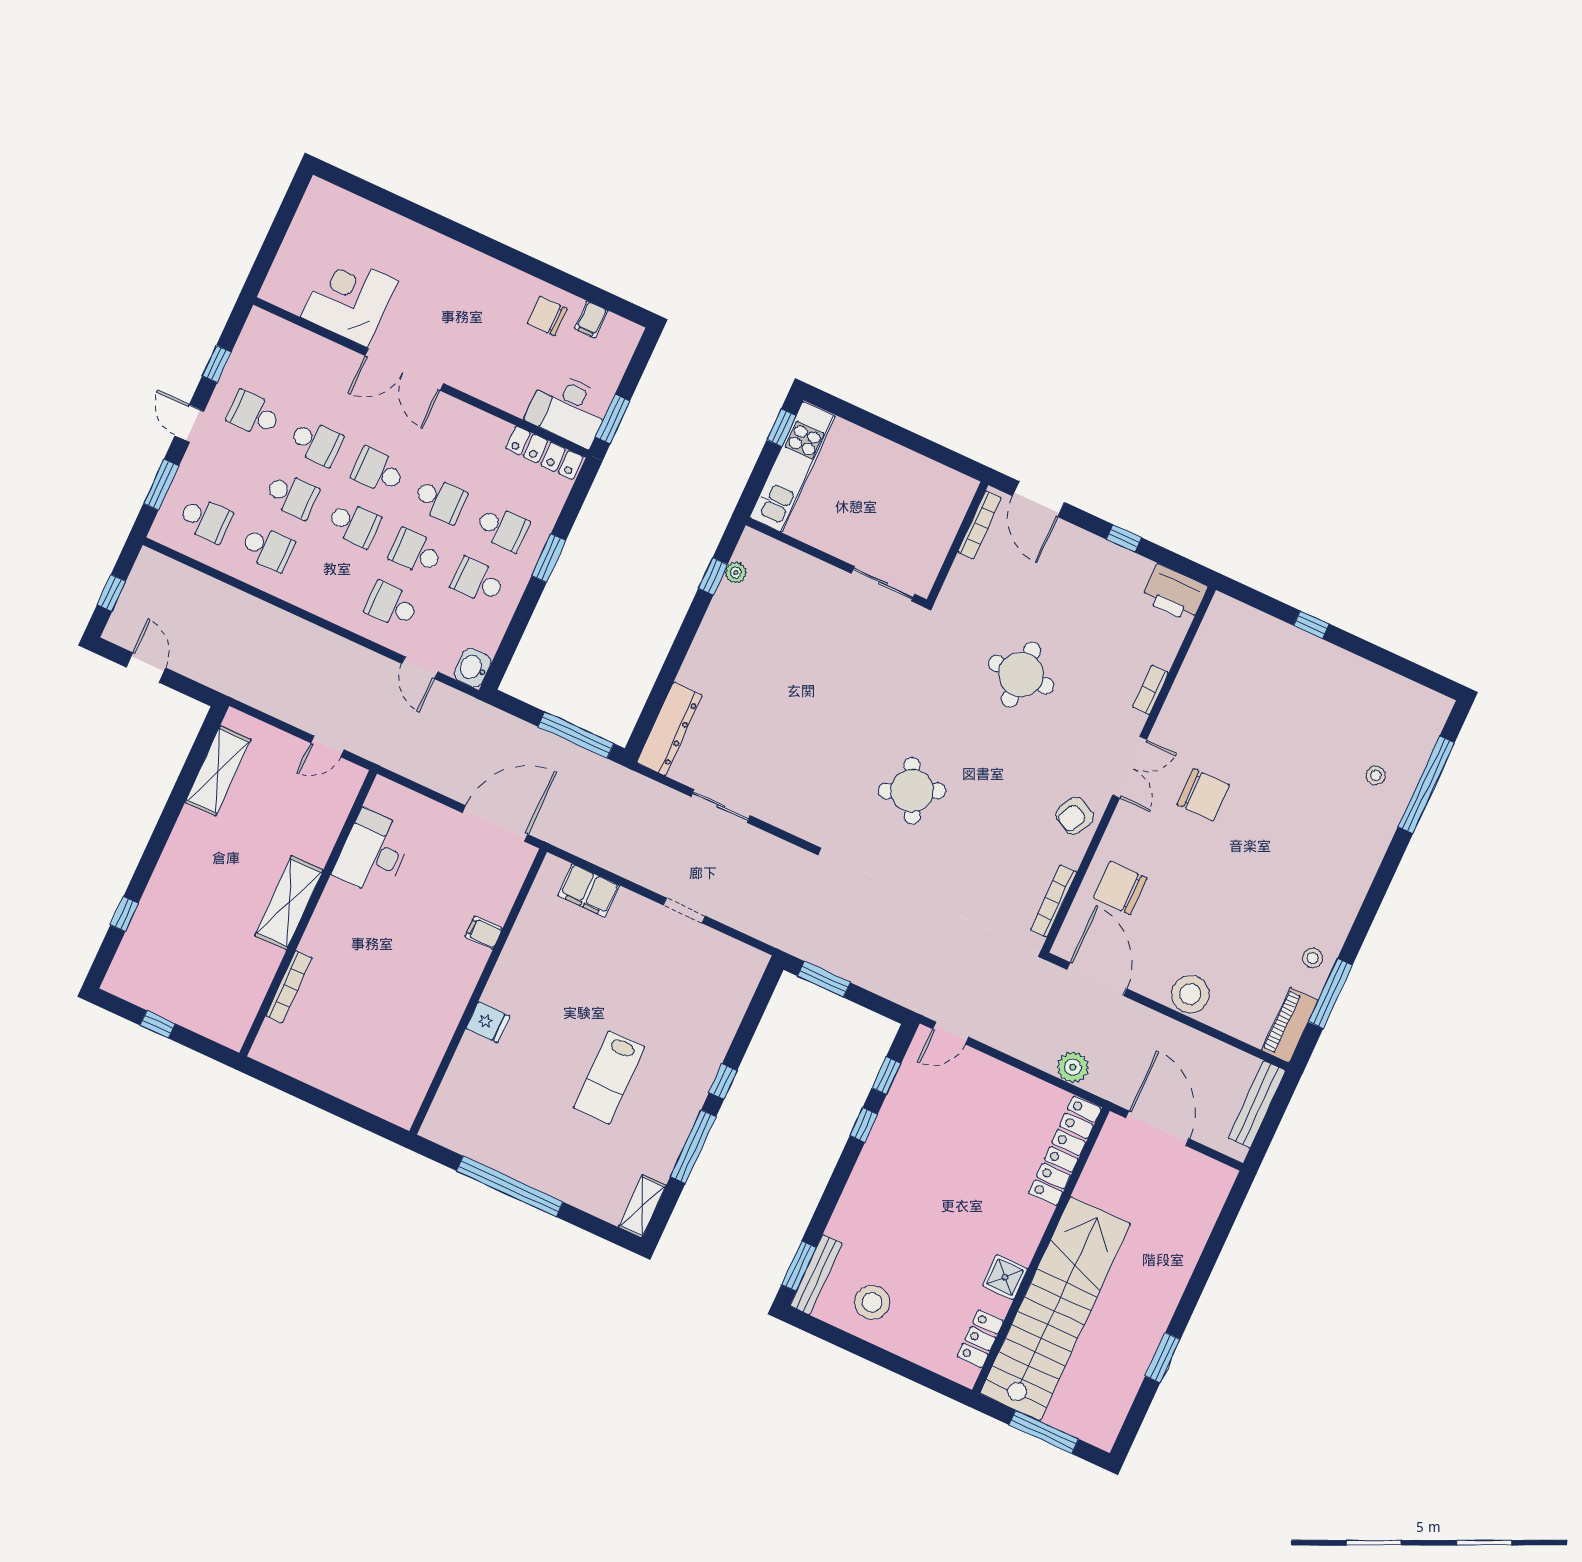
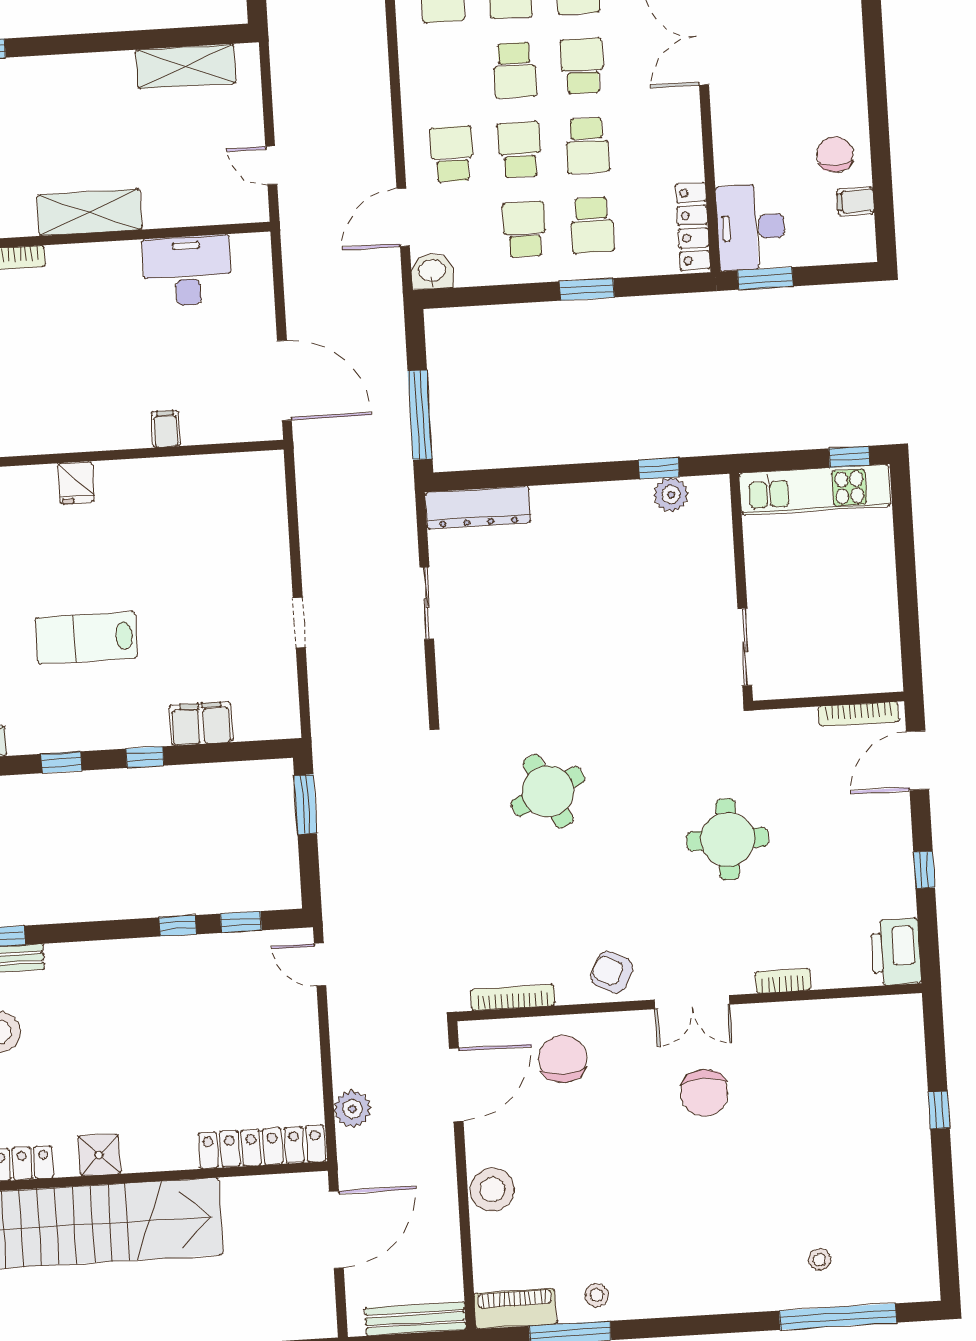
plant: (736, 572) -> (671, 495), width x1.38, depth x1.38
door: (420, 668) -> (403, 217), width x1.38
filing cabinet: (589, 890) -> (201, 724), moved, turned 90
window: (693, 1147) -> (61, 762), width x0.46

